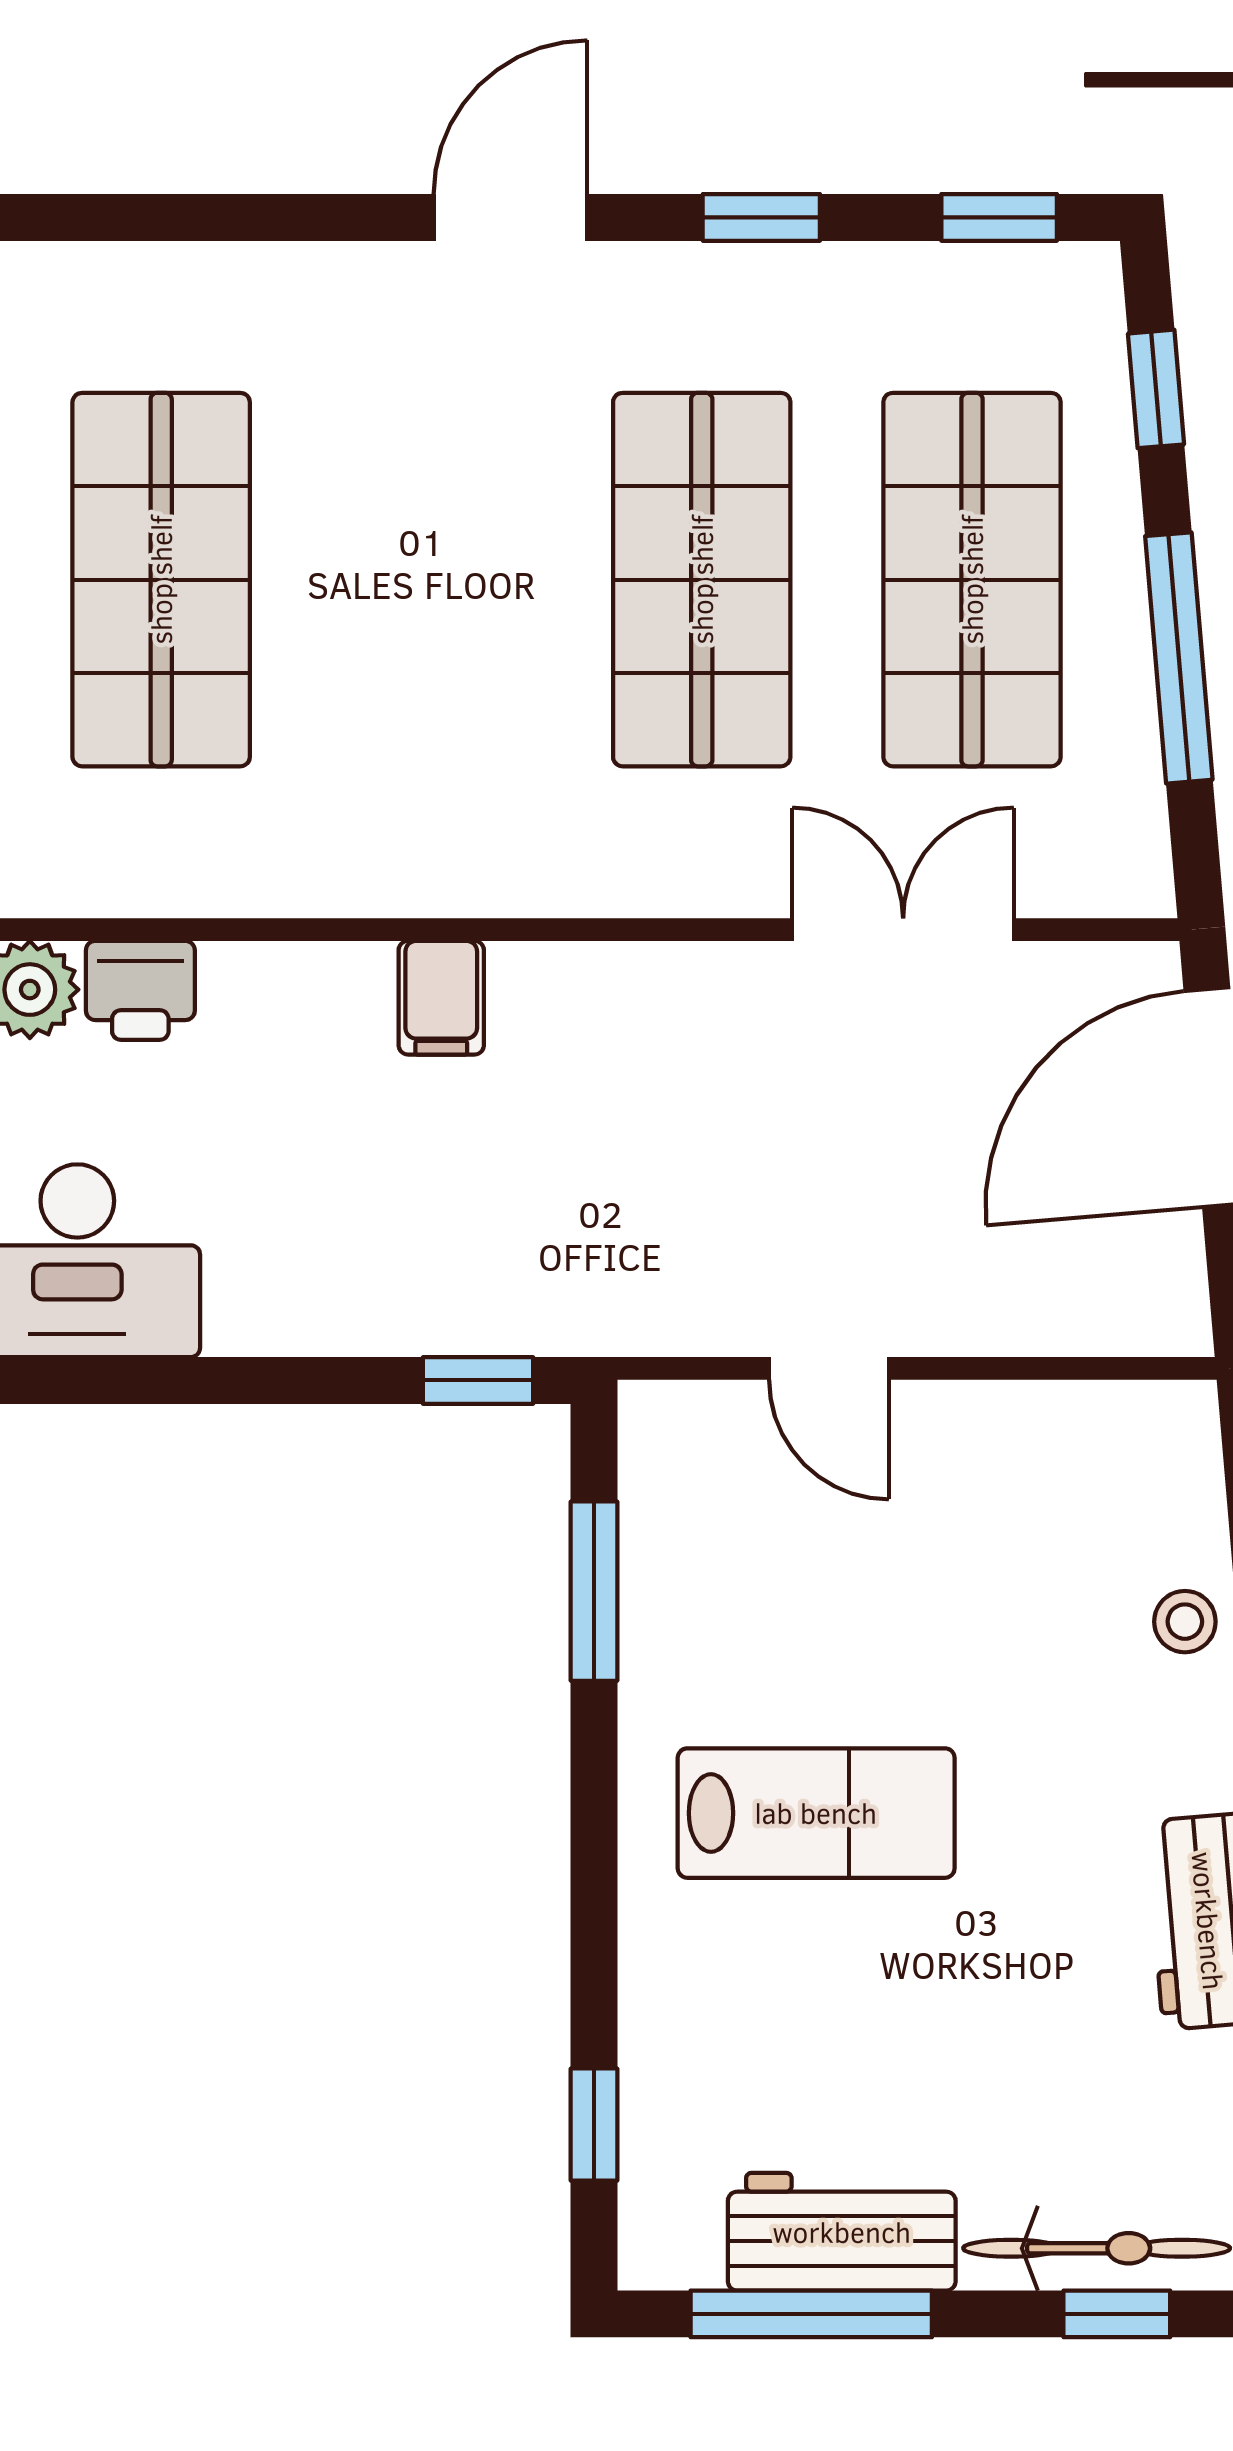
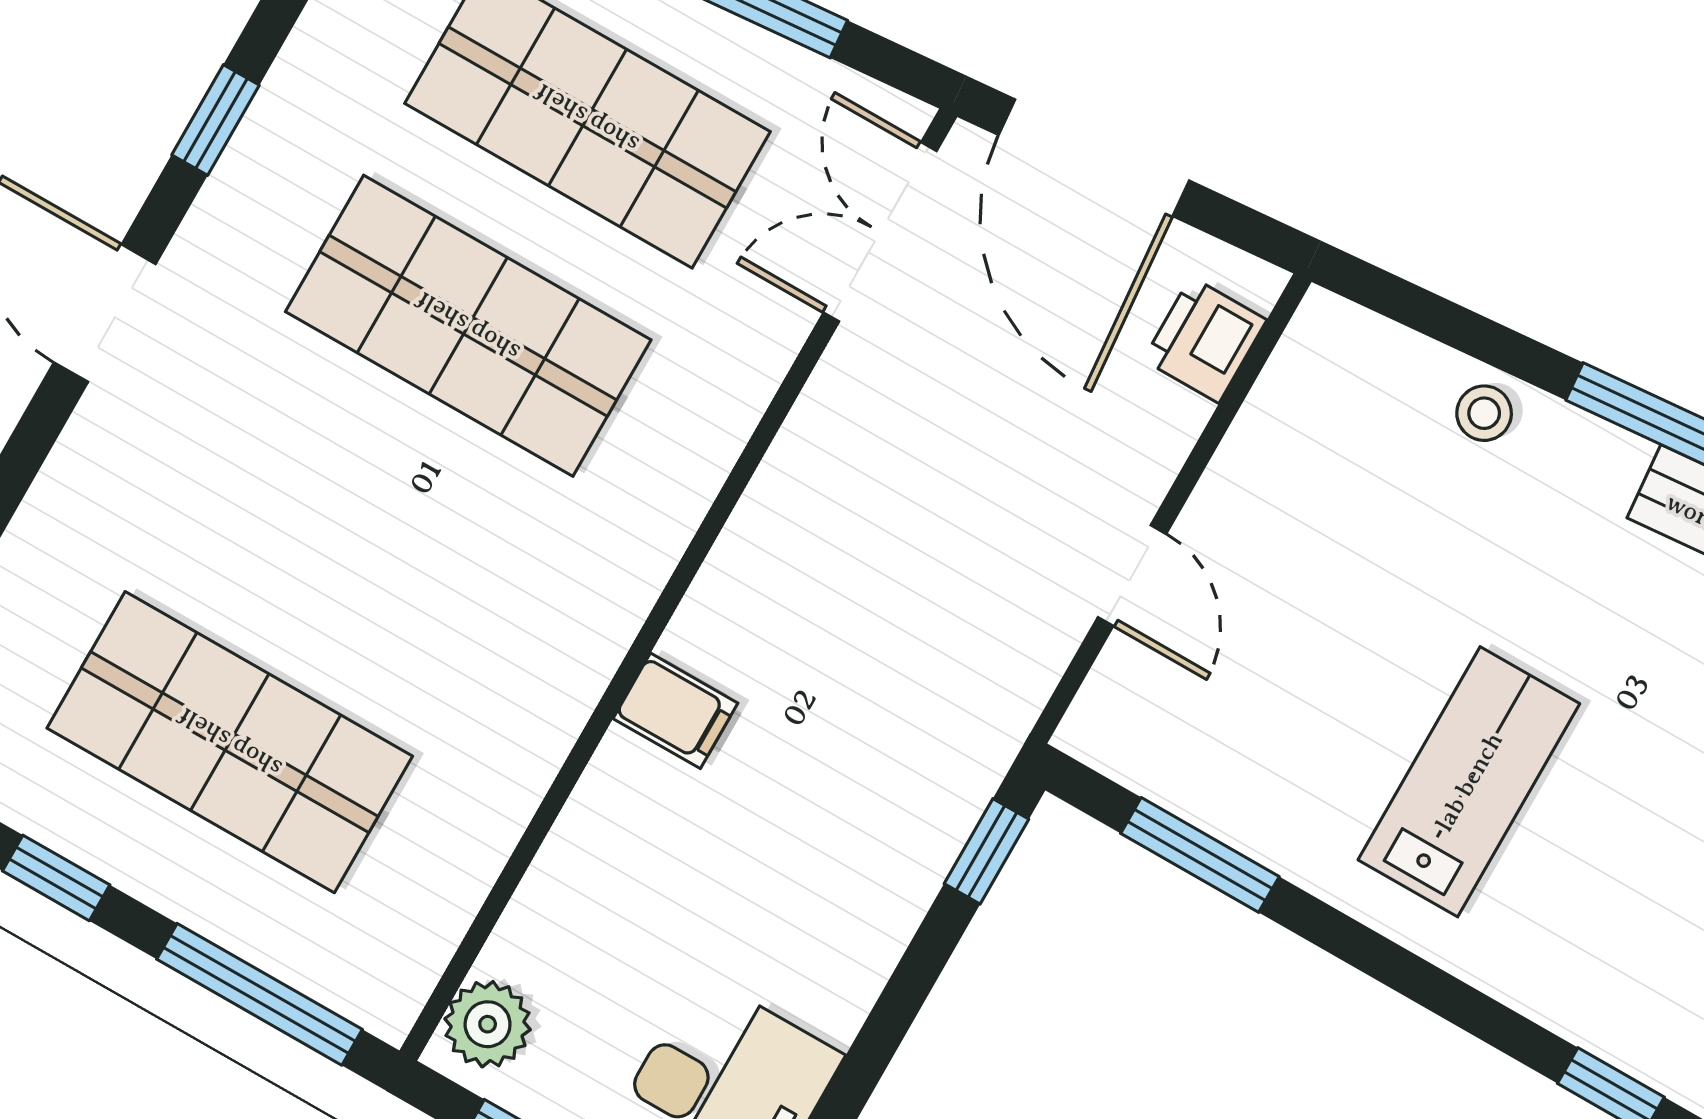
double door: (903, 930) -> (880, 232), moved
printer: (140, 990) -> (1205, 340), moved, turned 180
door: (829, 1368) -> (1132, 576), hinge flipped

